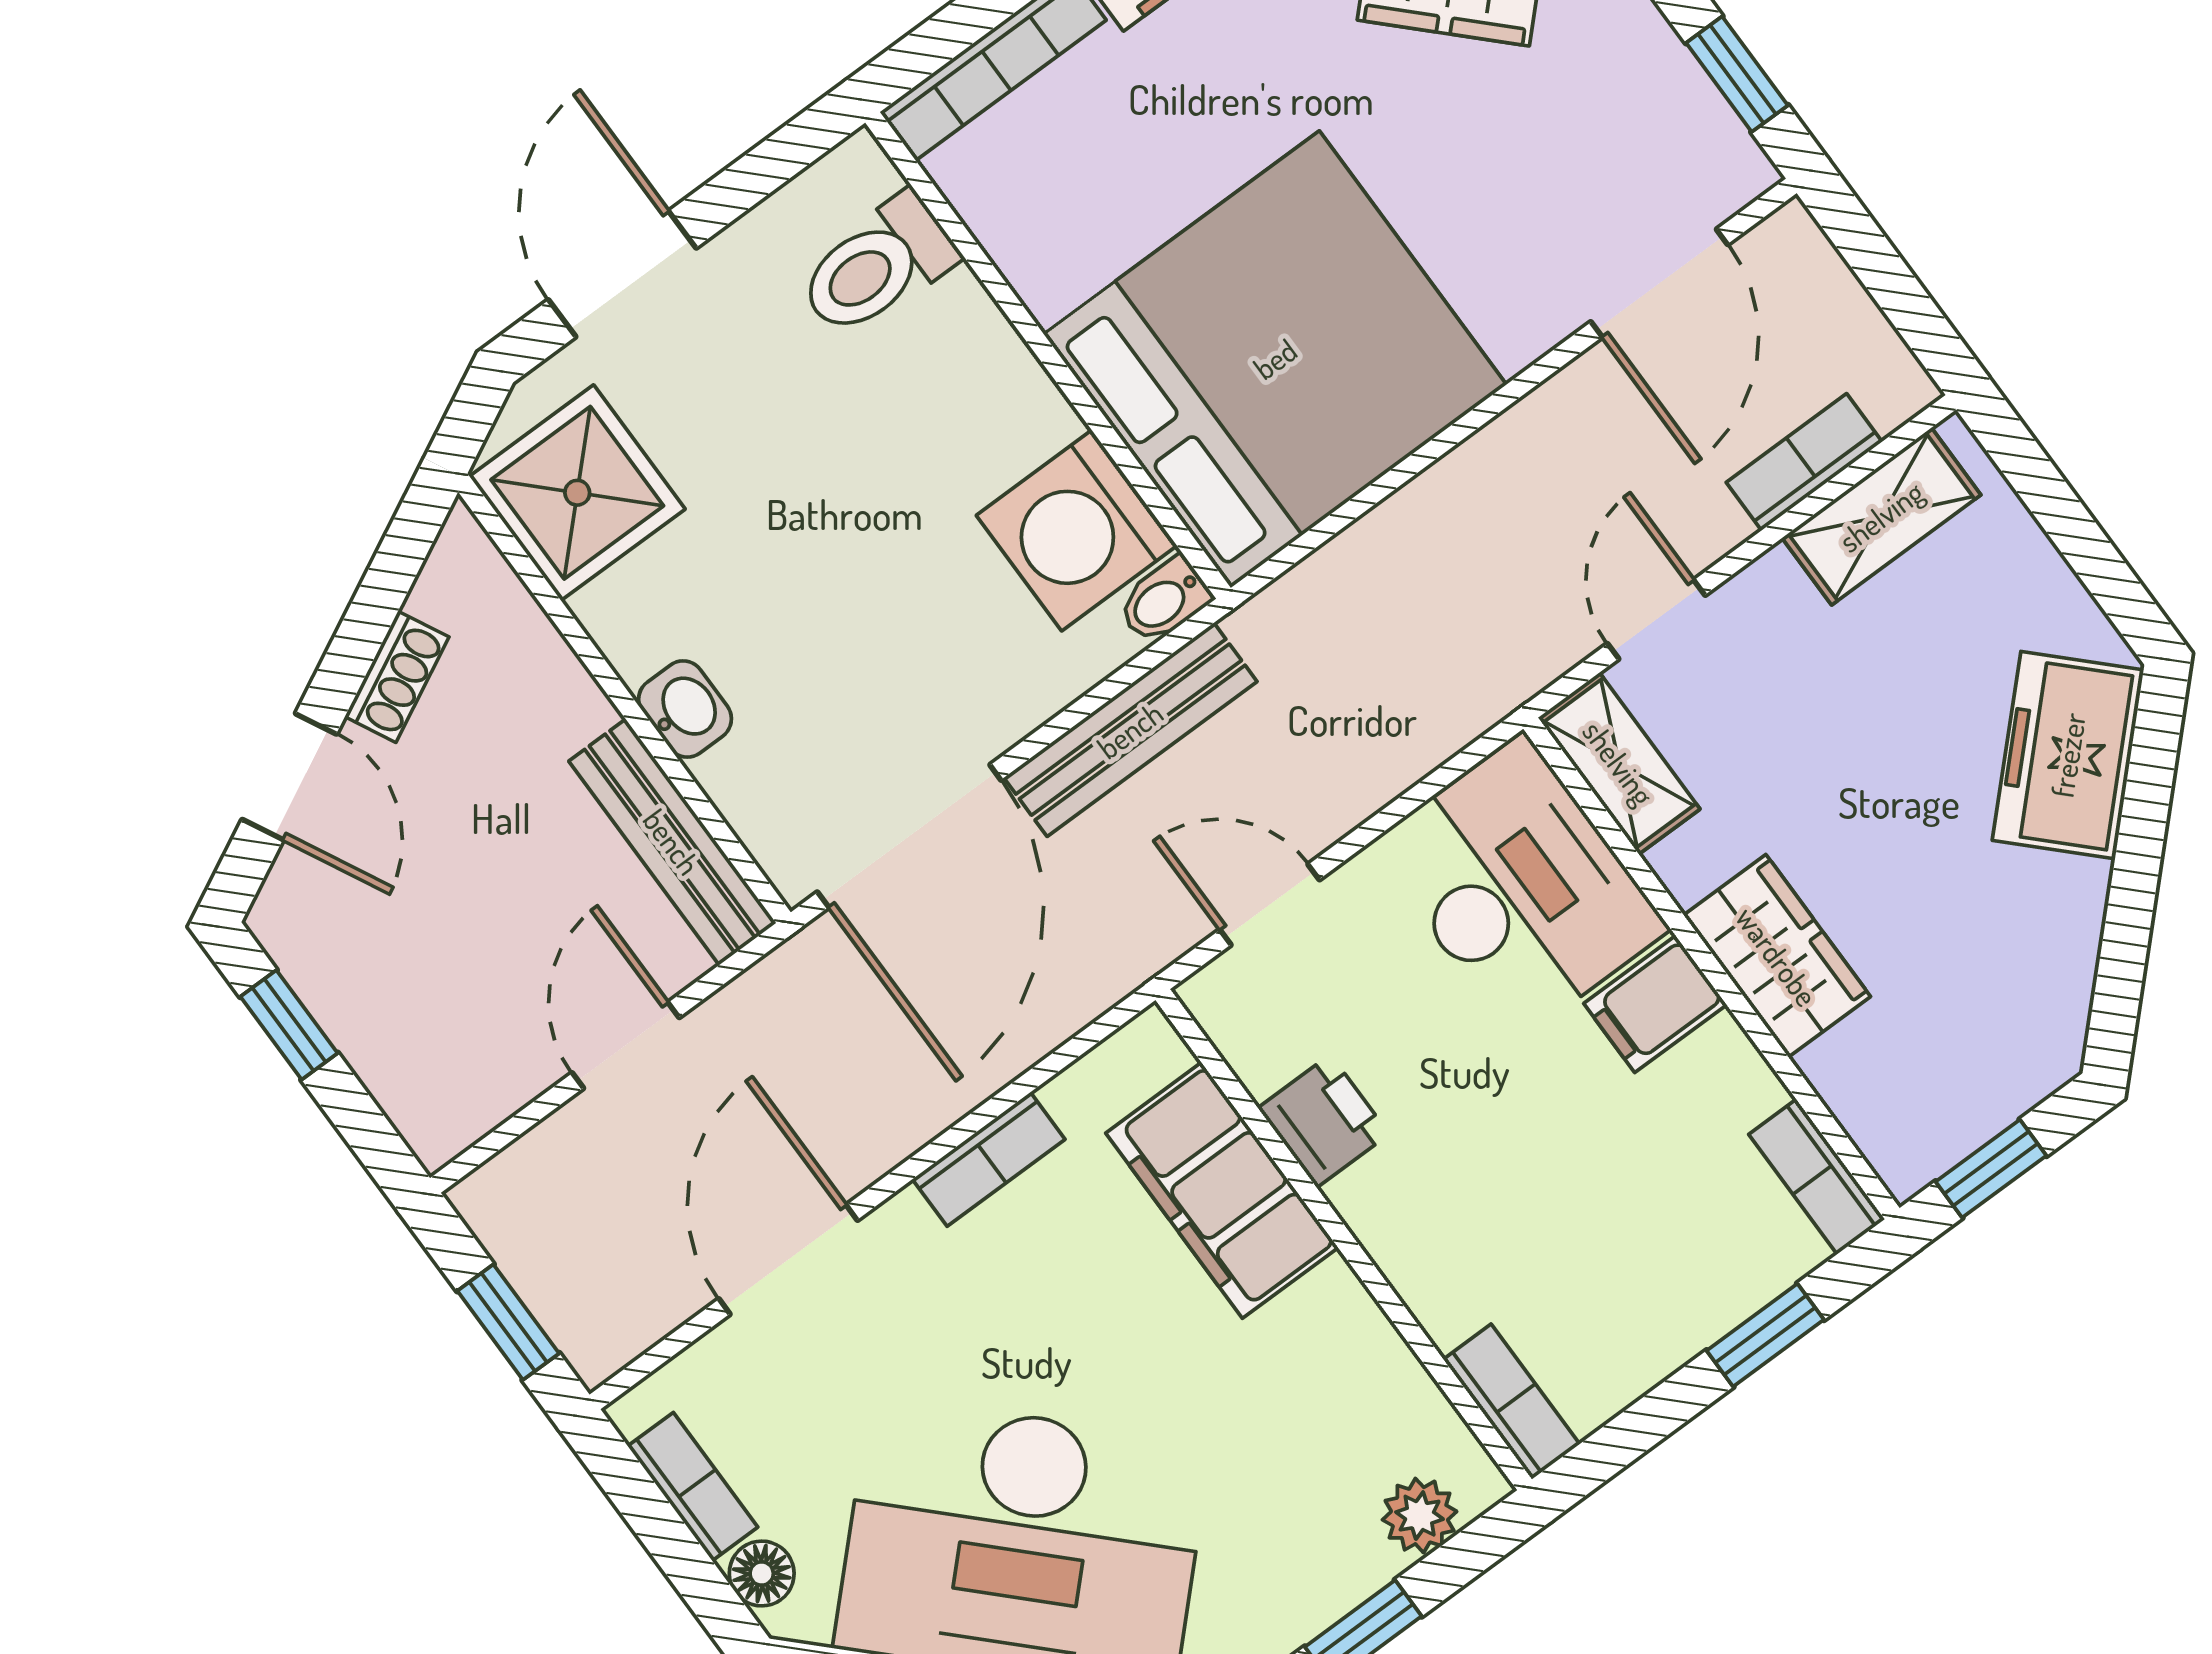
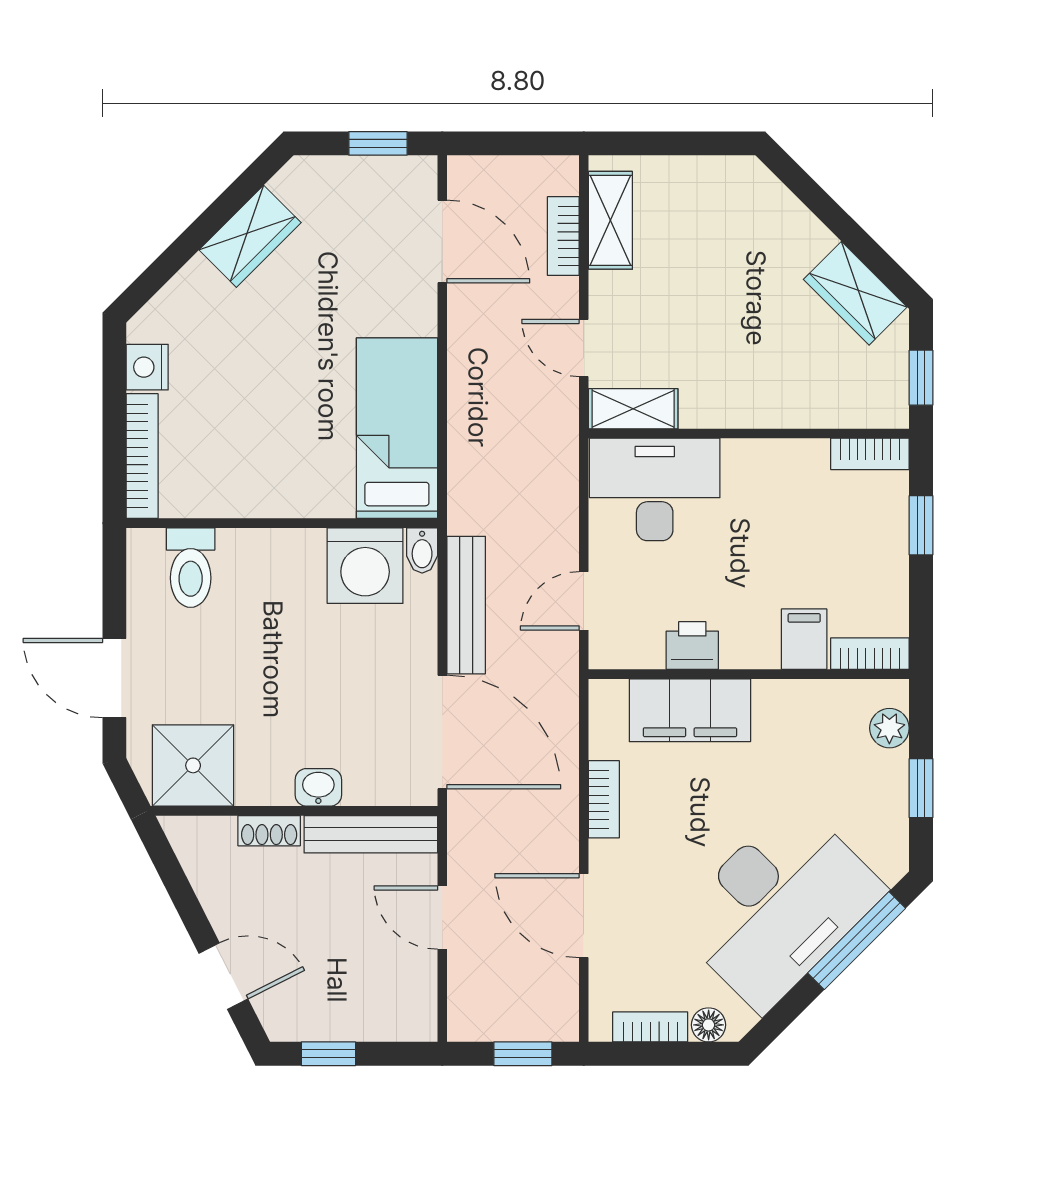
bed: (1275, 359) -> (397, 428), width x0.49
shoe rack: (397, 677) -> (269, 831), moved, turned 117
freezer: (2068, 755) -> (770, 216), removed
wardrobe: (1777, 956) -> (855, 293), moved, turned -135
filing cabinet: (1655, 1004) -> (804, 639), moved, turned 180

